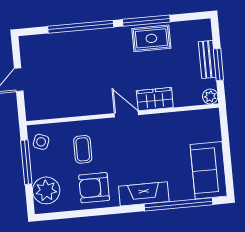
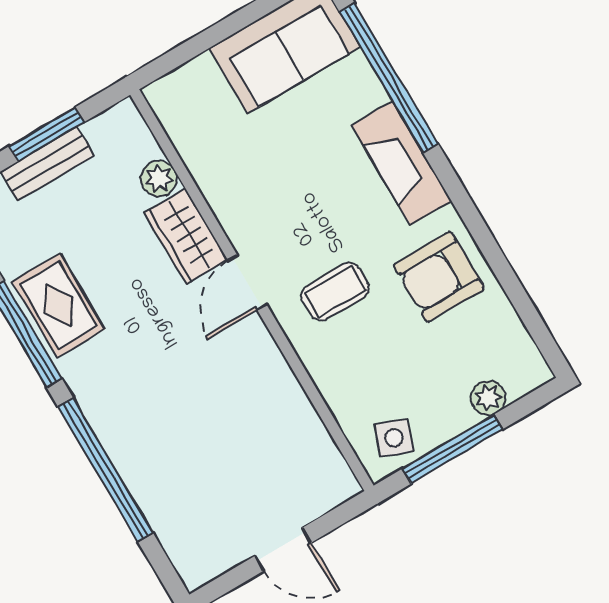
plant: (210, 97) -> (159, 179), moved
coffee table: (83, 149) -> (335, 292), moved
armchair: (94, 188) -> (439, 277), turned 90
plant: (46, 190) -> (488, 398), width x0.53, depth x0.53

